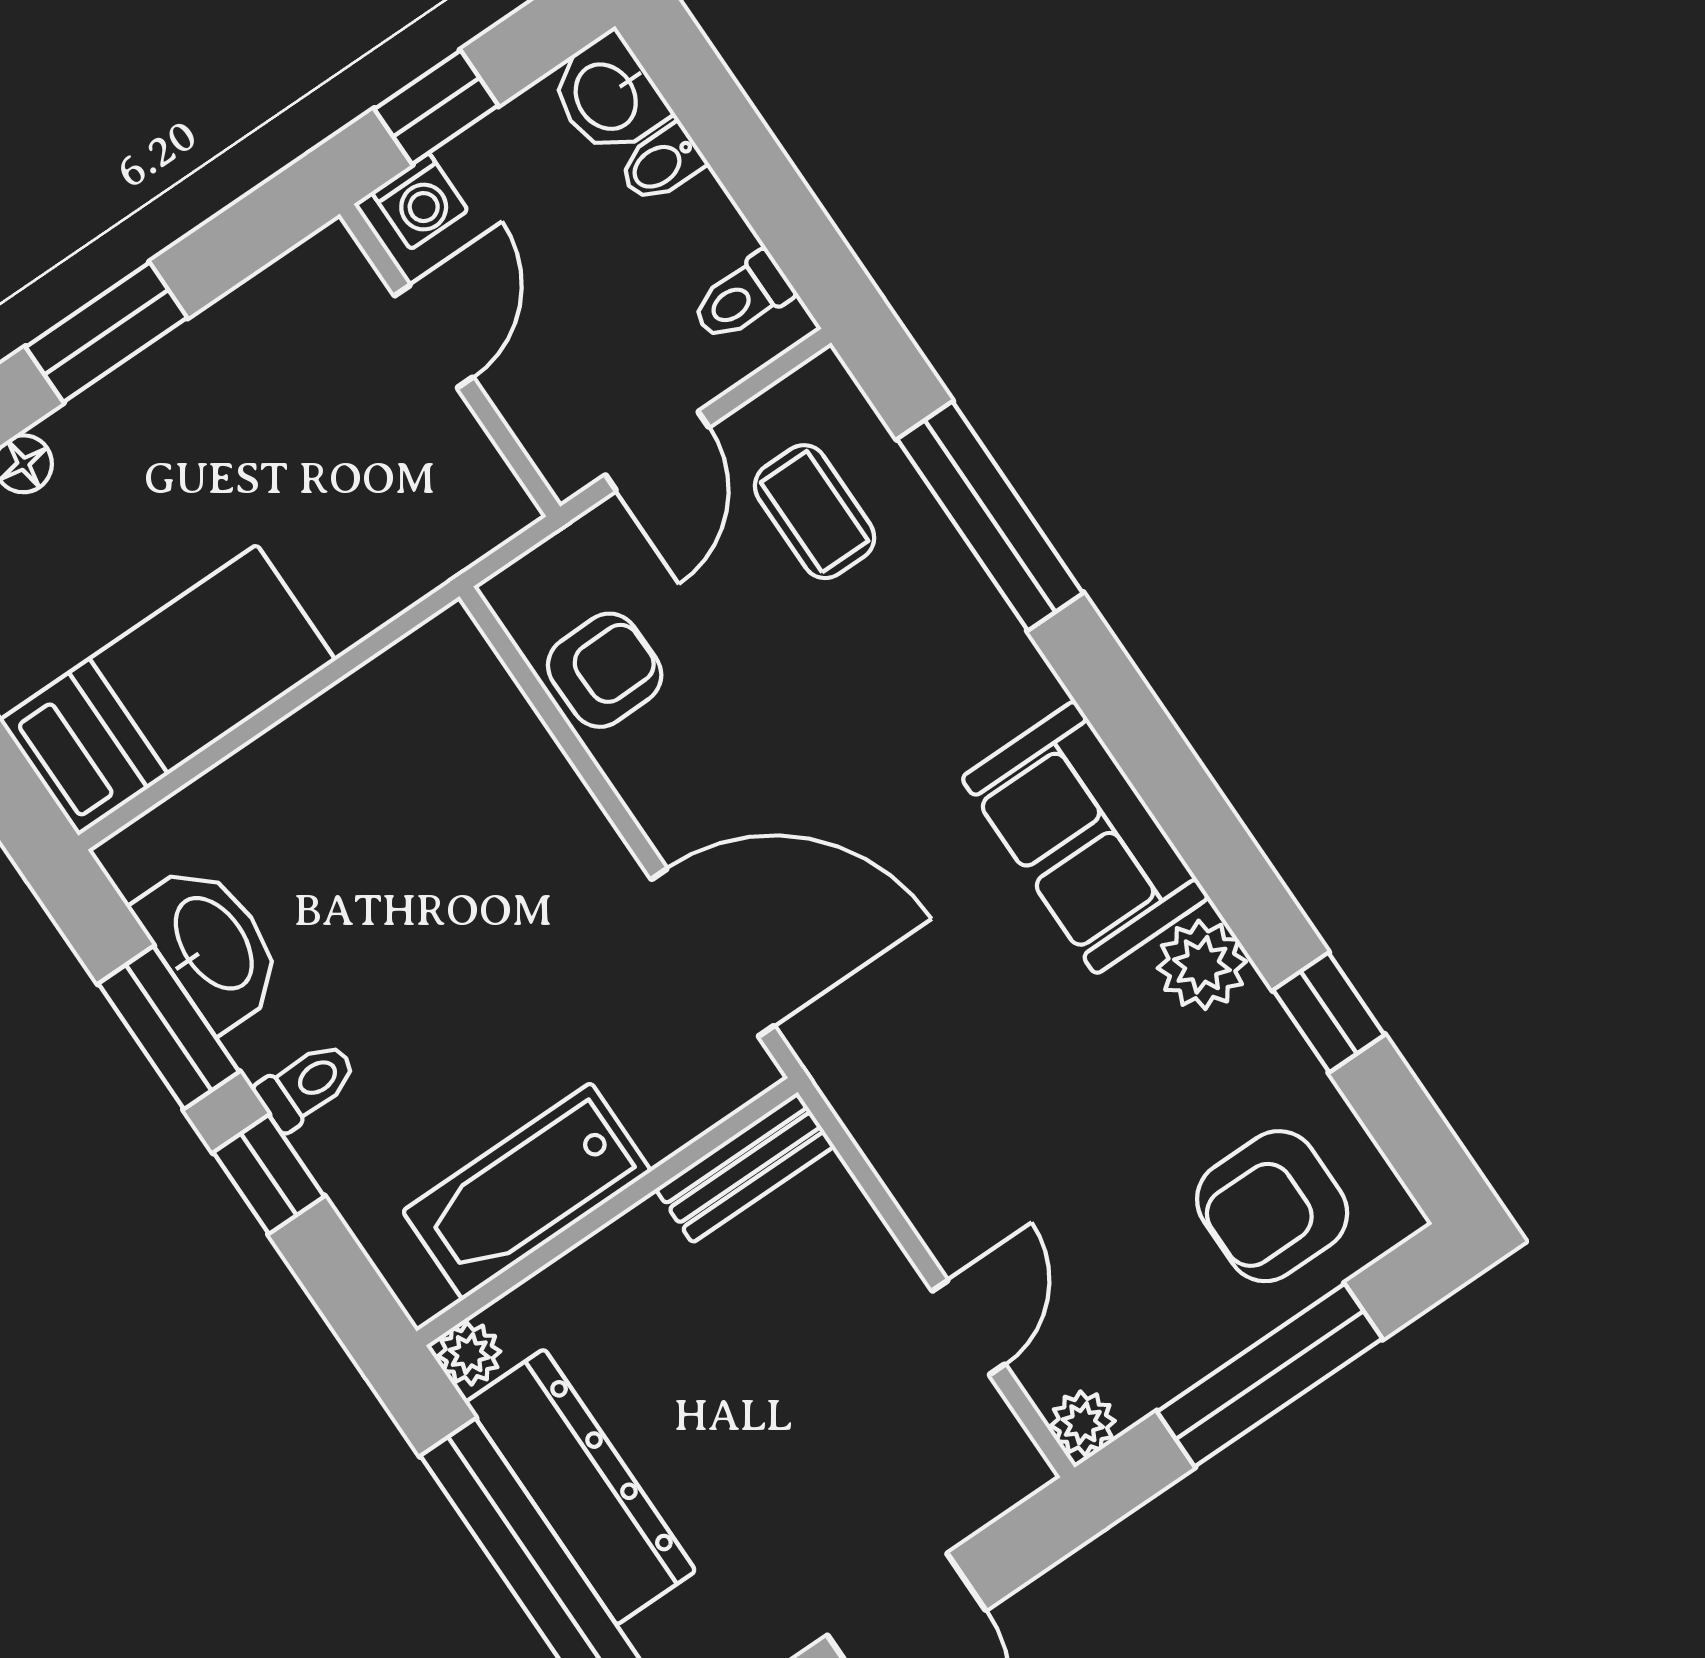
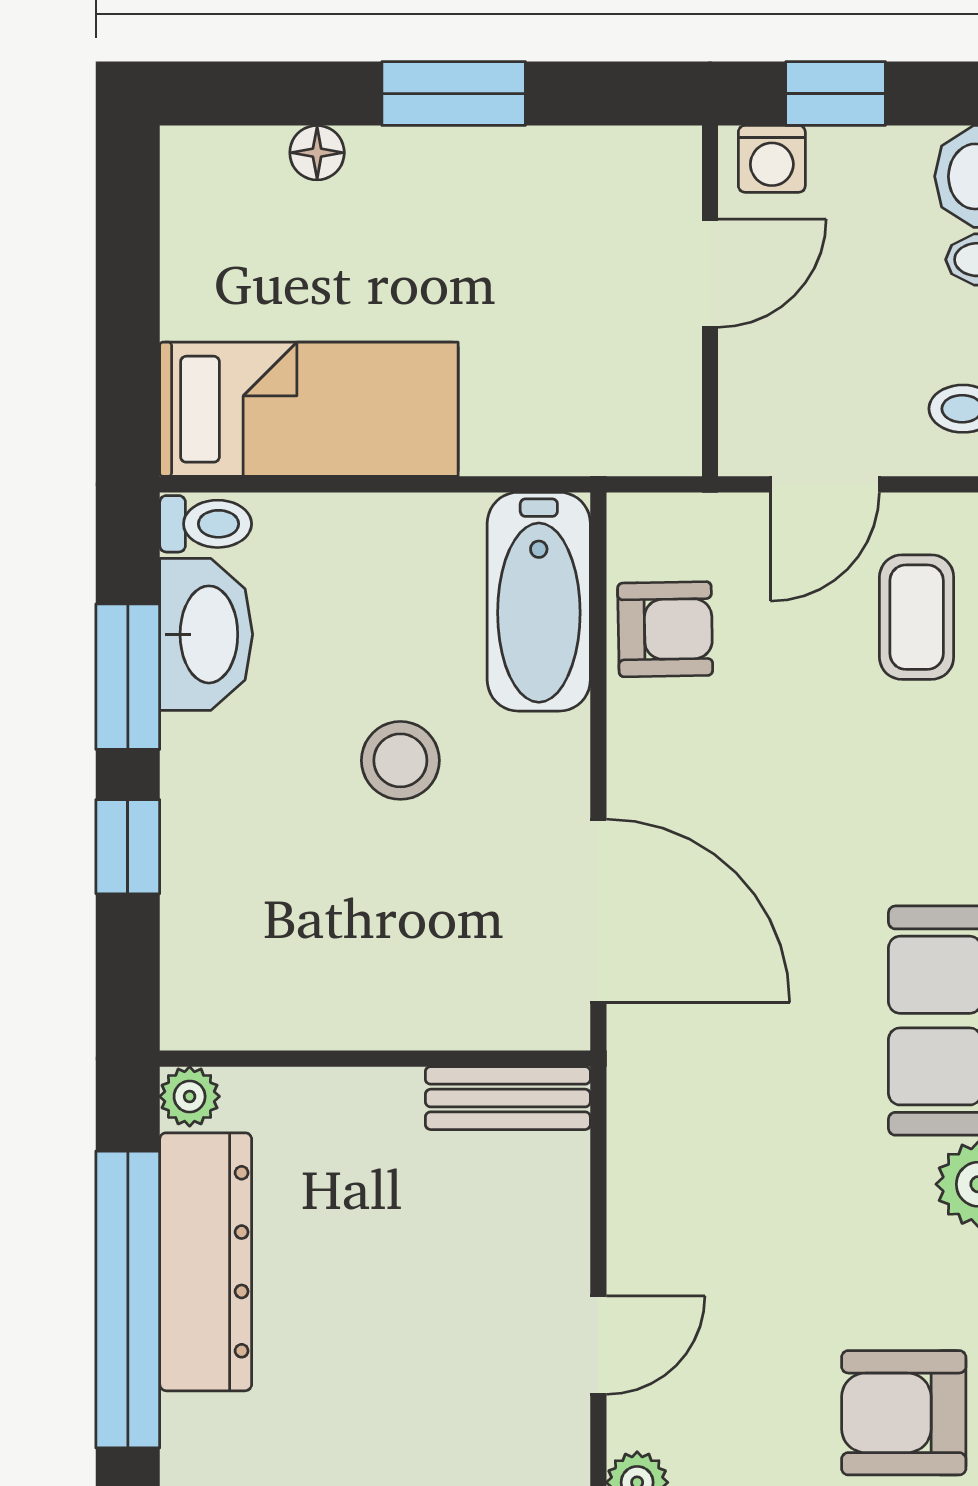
stool: (453, 939) -> (400, 760), added
toilet: (306, 1085) -> (206, 524), moved
bathtub: (527, 1191) -> (539, 602), moved, turned -90

